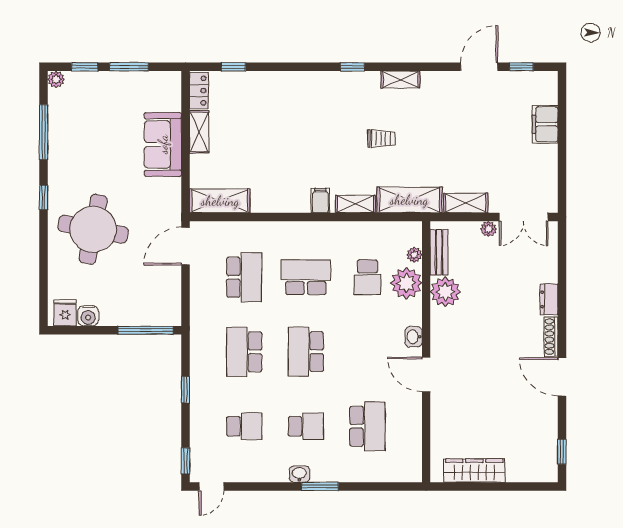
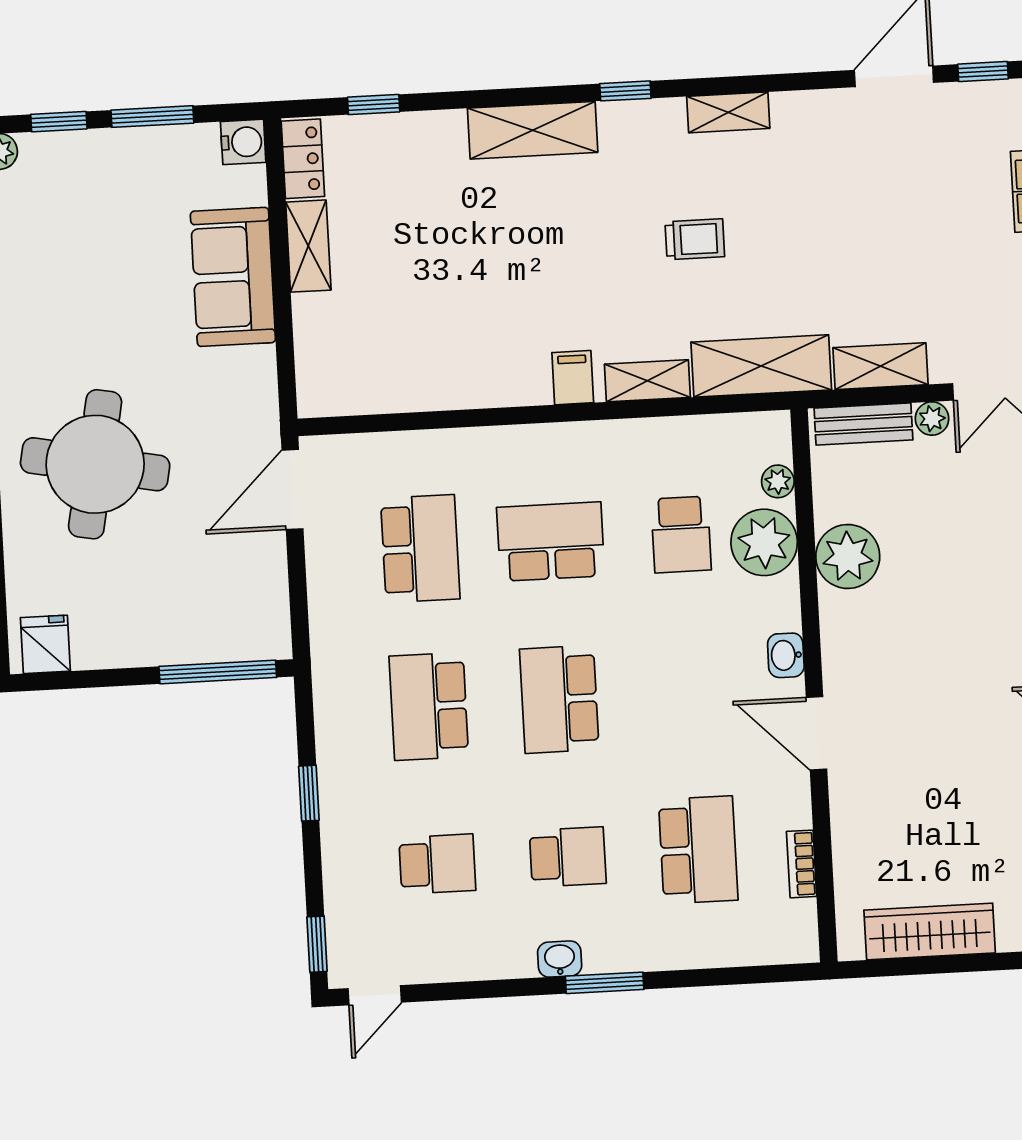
shelving: (220, 201) -> (533, 130), moved
bench: (439, 252) -> (863, 424), moved, turned 90
water cooler: (88, 316) -> (243, 142), moved, turned -90
bookcase: (416, 435) -> (802, 864), added

